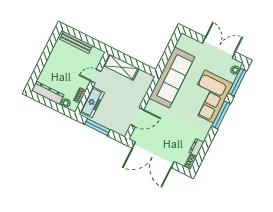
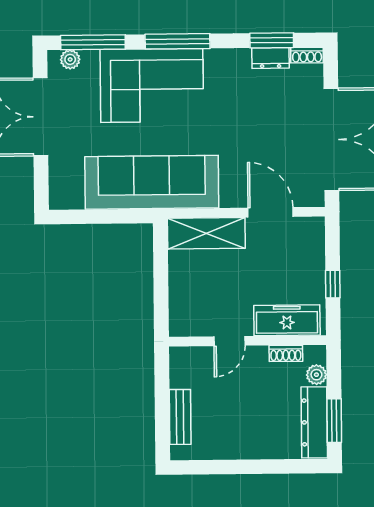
bench: (76, 42) -> (180, 417), width x0.73
shelving: (121, 67) -> (206, 233), moved, turned 90
door: (96, 76) -> (229, 341), hinge flipped
window: (45, 101) -> (334, 421), added
window: (97, 127) -> (333, 284), width x0.46
window: (203, 151) -> (272, 40), added

